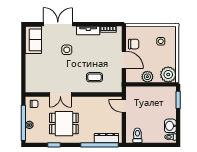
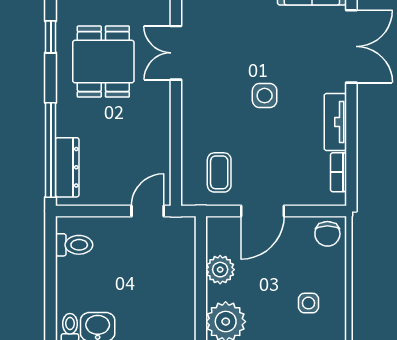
chair: (134, 44) -> (327, 234), moved
side table: (67, 50) -> (265, 96), moved
coffee table: (94, 77) -> (219, 172), moved

